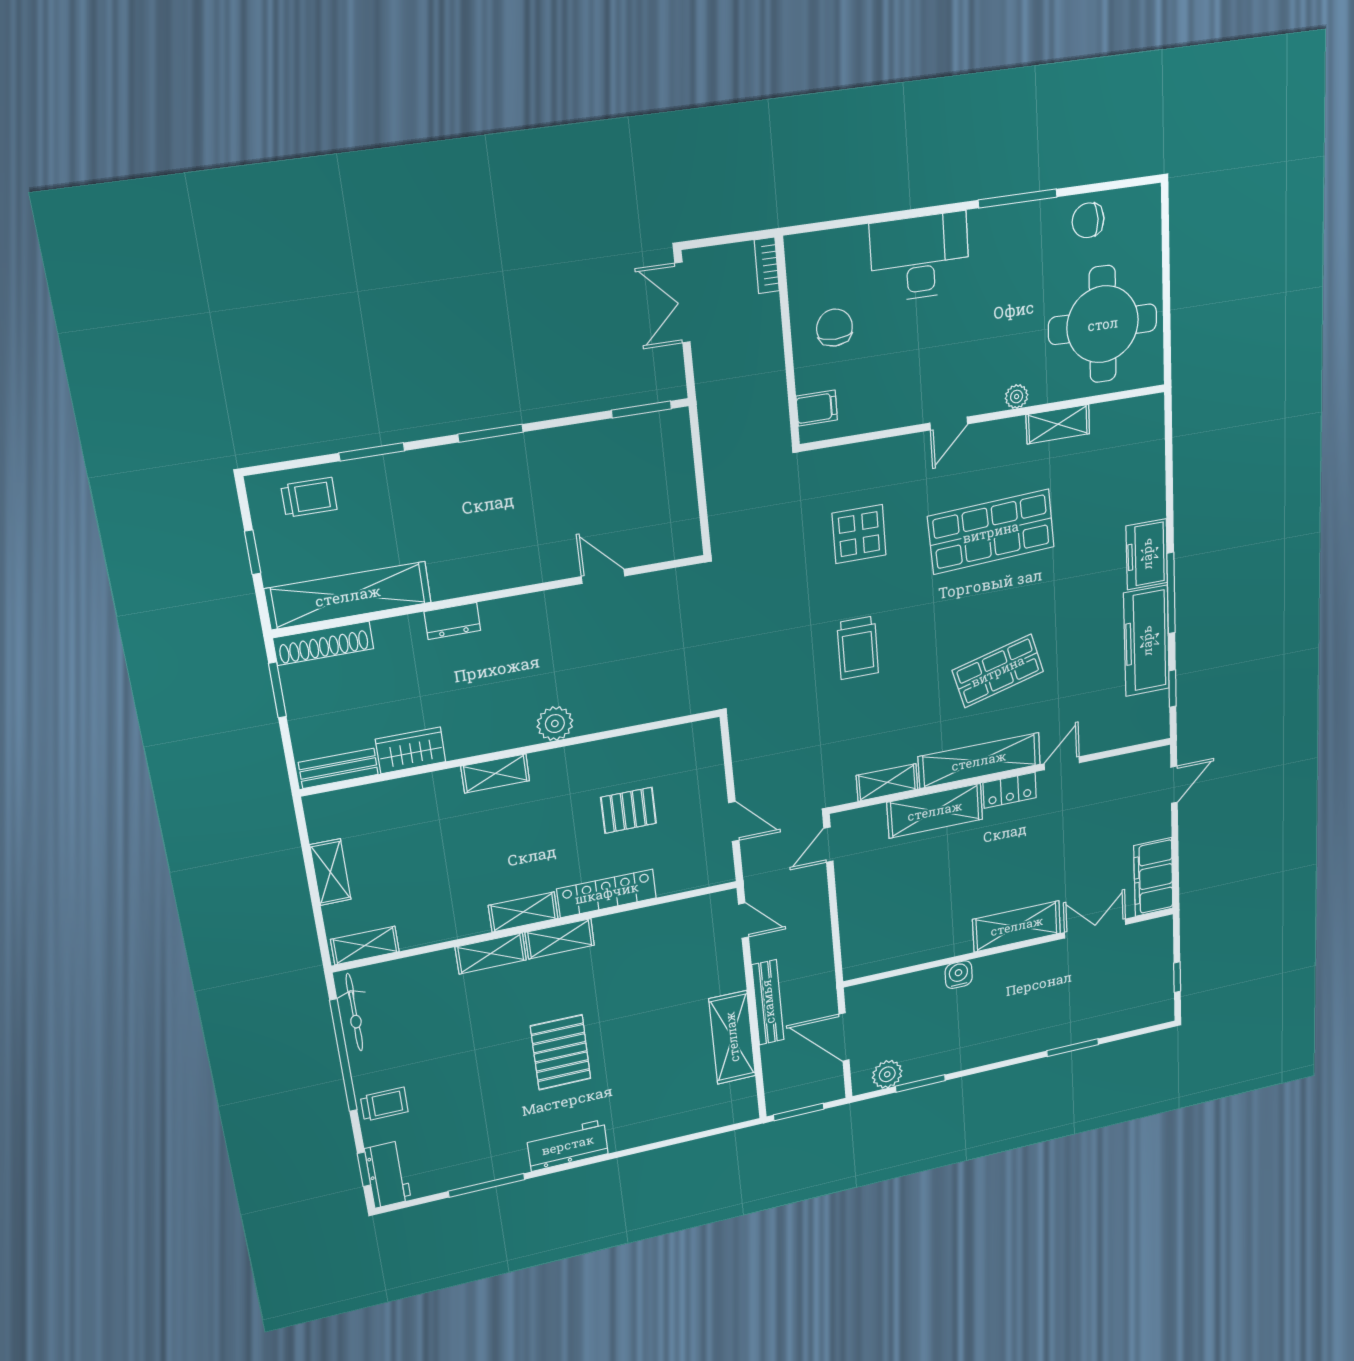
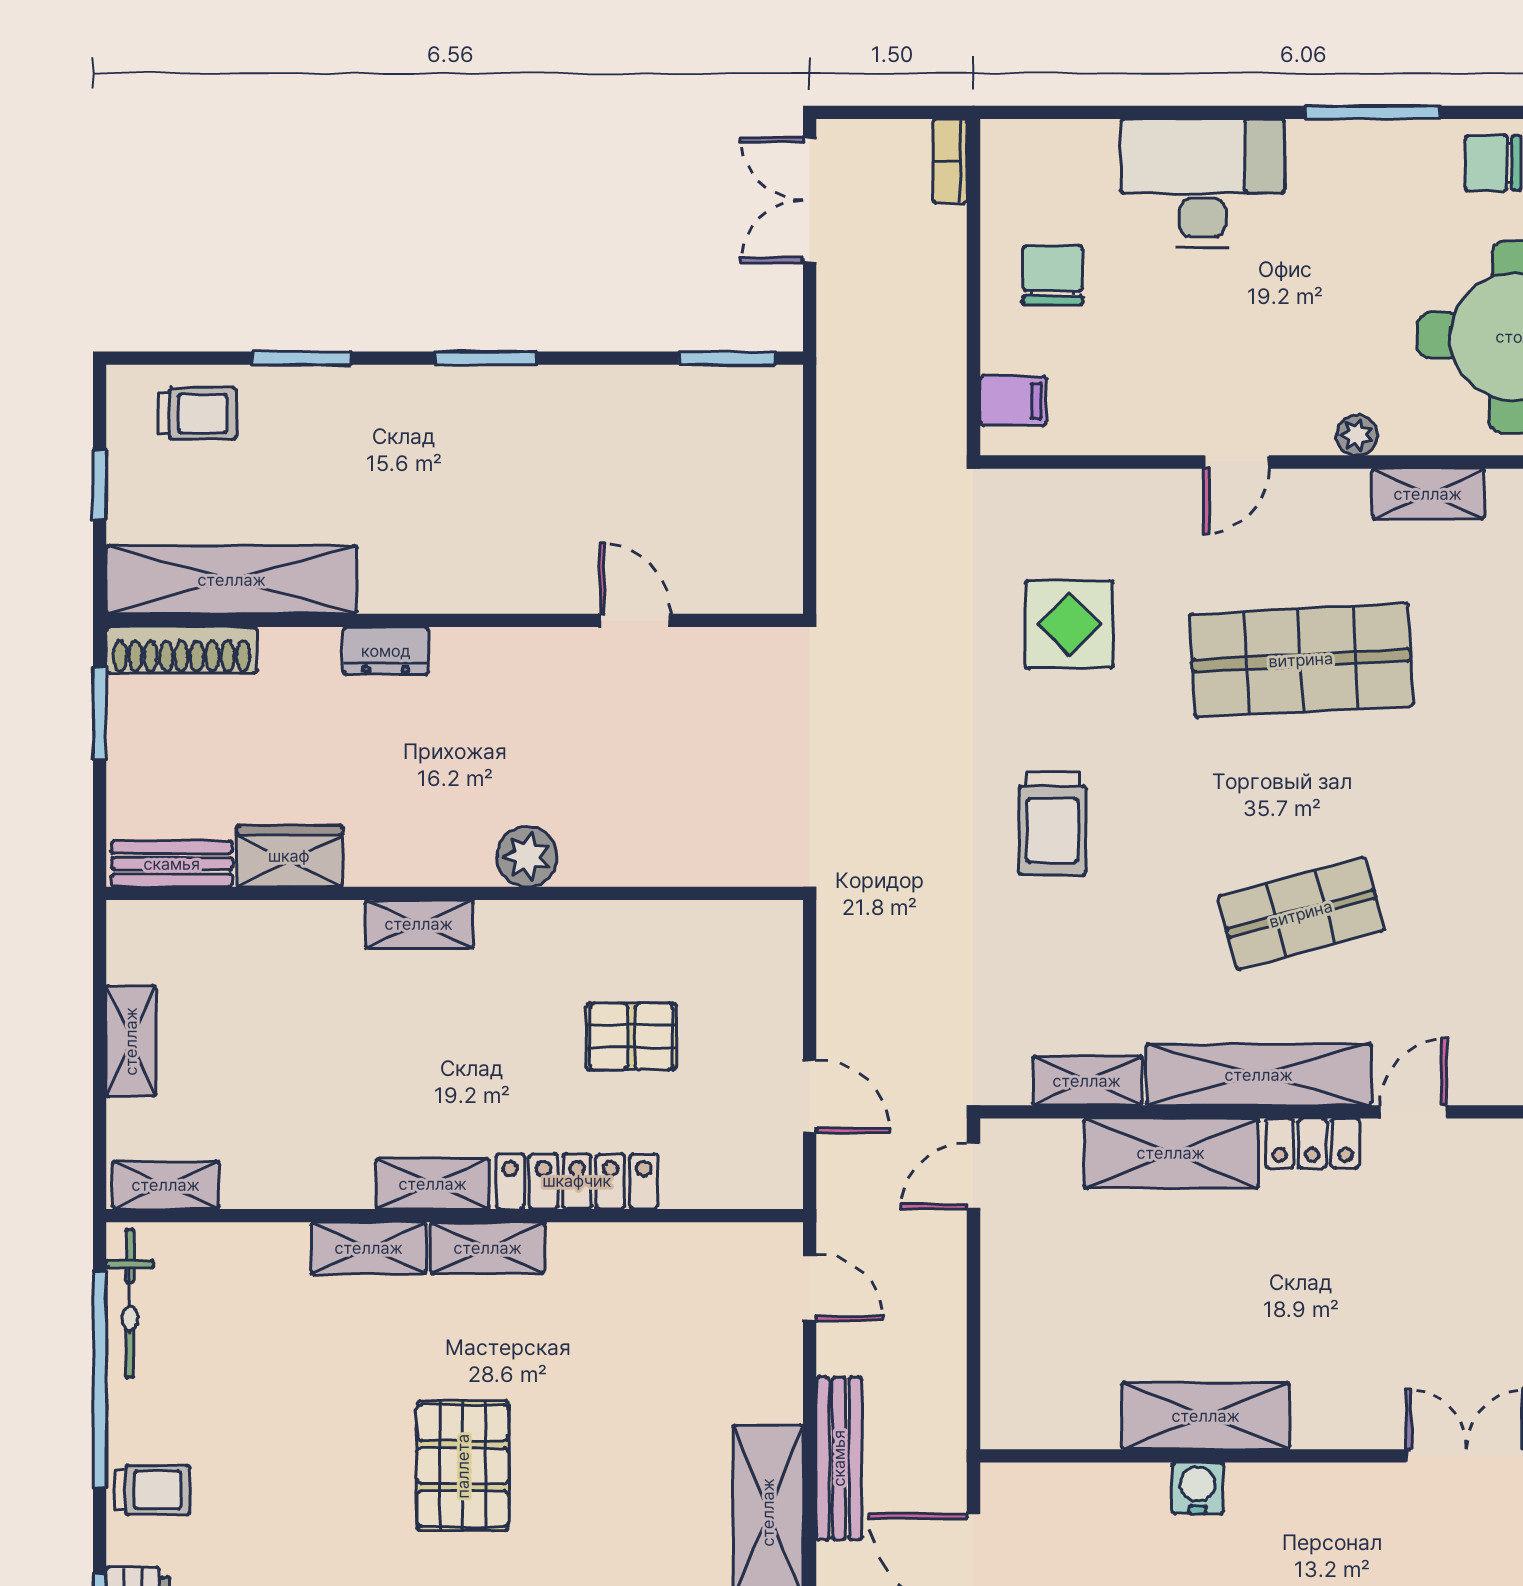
shelving: (1017, 926) -> (1206, 1416), moved

